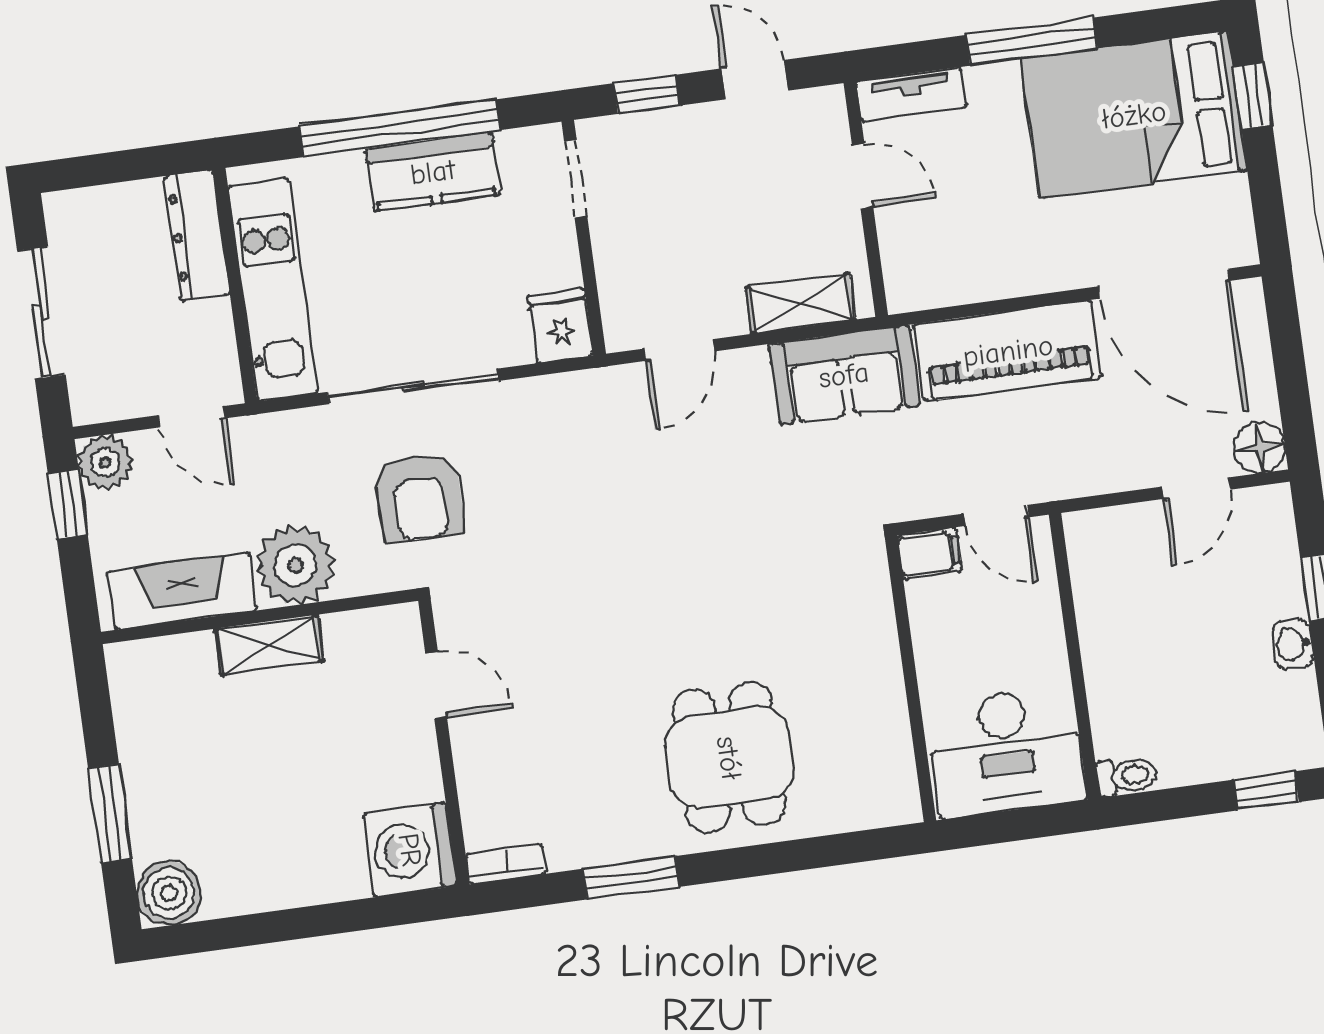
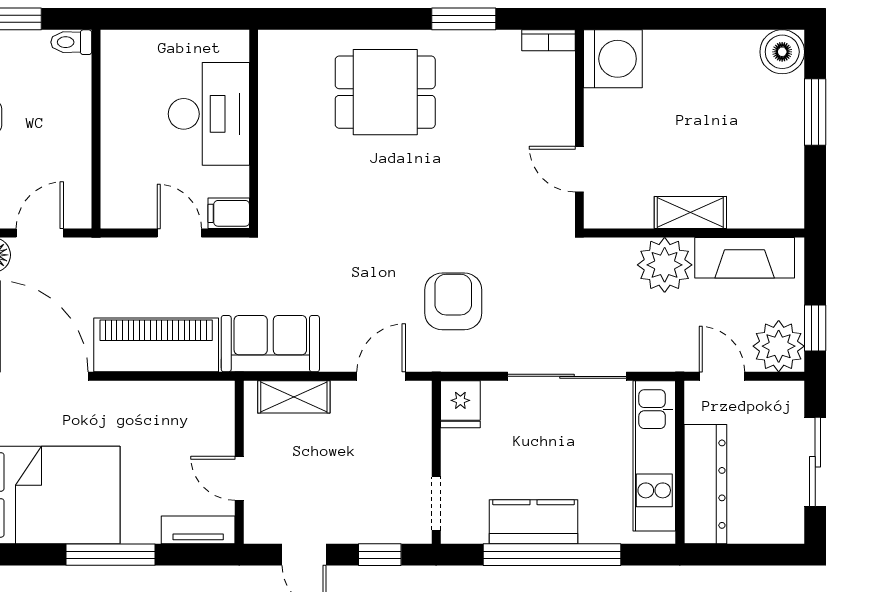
dresser: (197, 235) -> (705, 484), width x1.37, depth x1.24
plant: (105, 462) -> (779, 346), width x1.36, depth x1.36
armchair: (420, 498) -> (453, 301), moved
wall: (1075, 656) -> (96, 129), moved
desk: (1006, 752) -> (209, 114), moved, turned 90
dining table: (729, 758) -> (385, 92), turned 90
toilet: (1127, 776) -> (71, 42), moved

